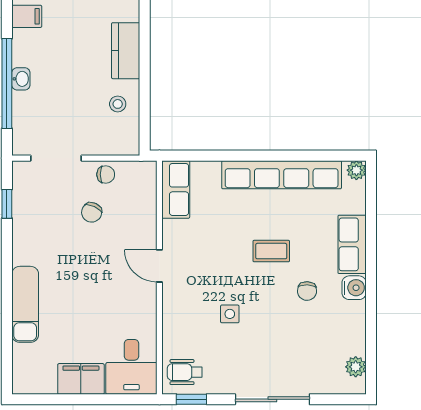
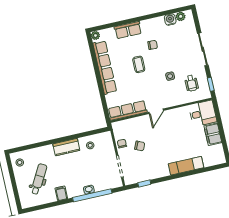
row of seats: (176, 189) -> (128, 110), width x1.48
water cooler: (354, 288) -> (170, 20), moved
wheelchair: (185, 372) -> (191, 83), moved

